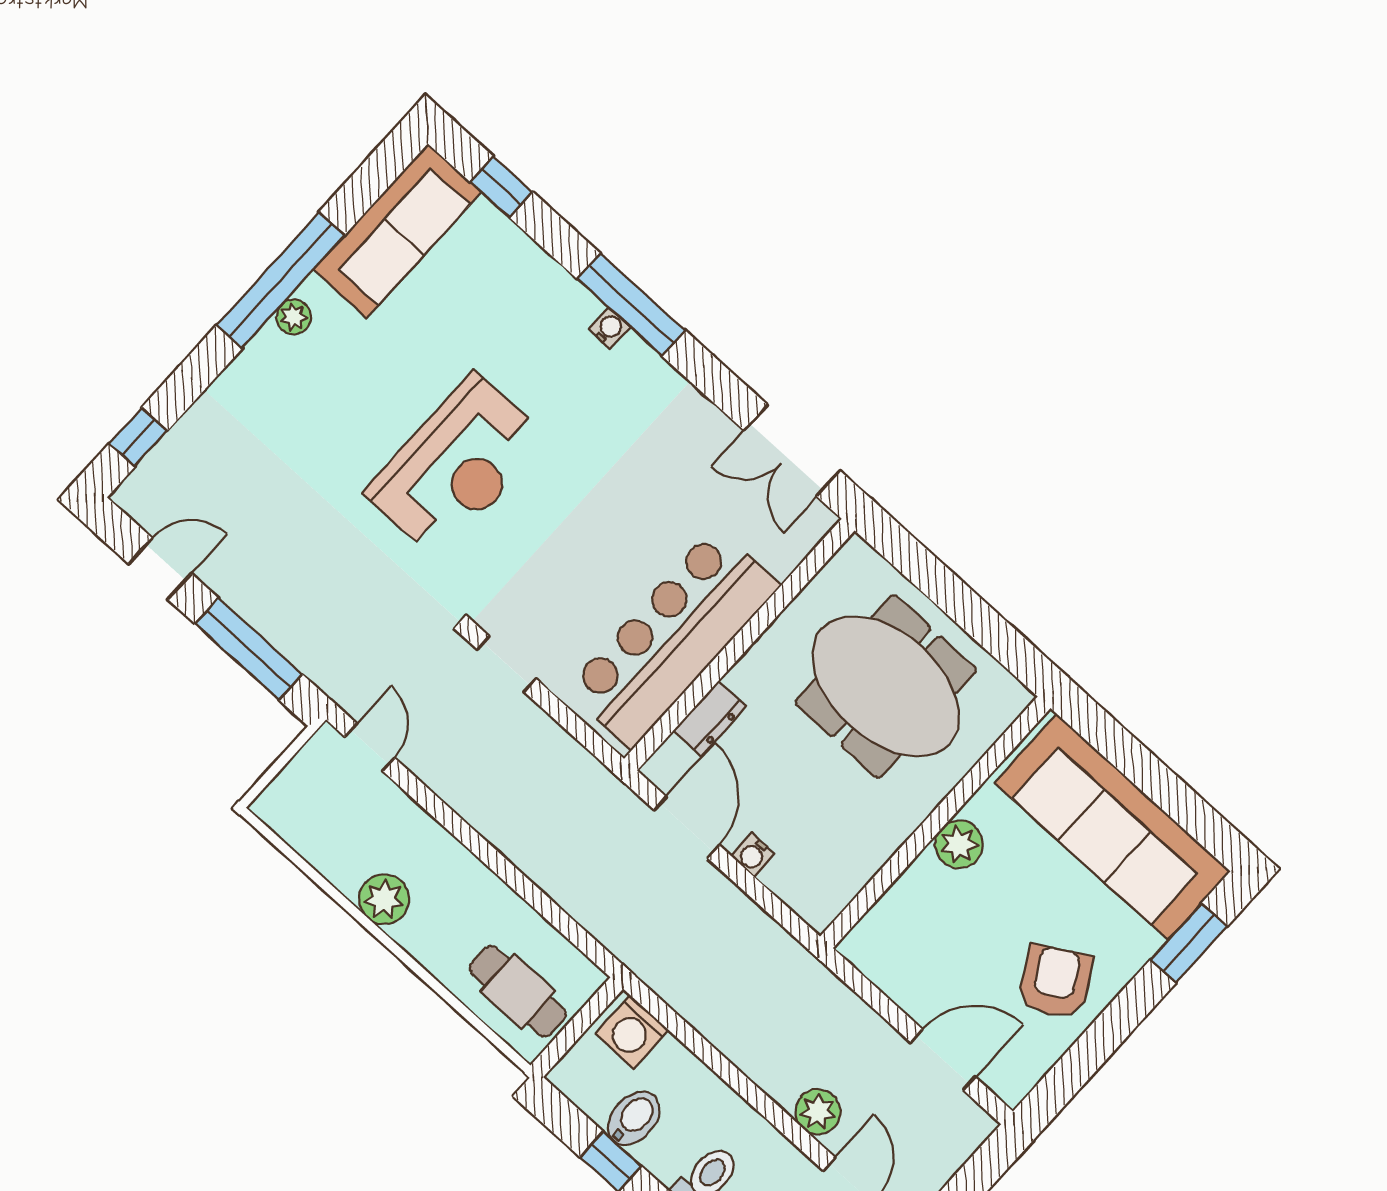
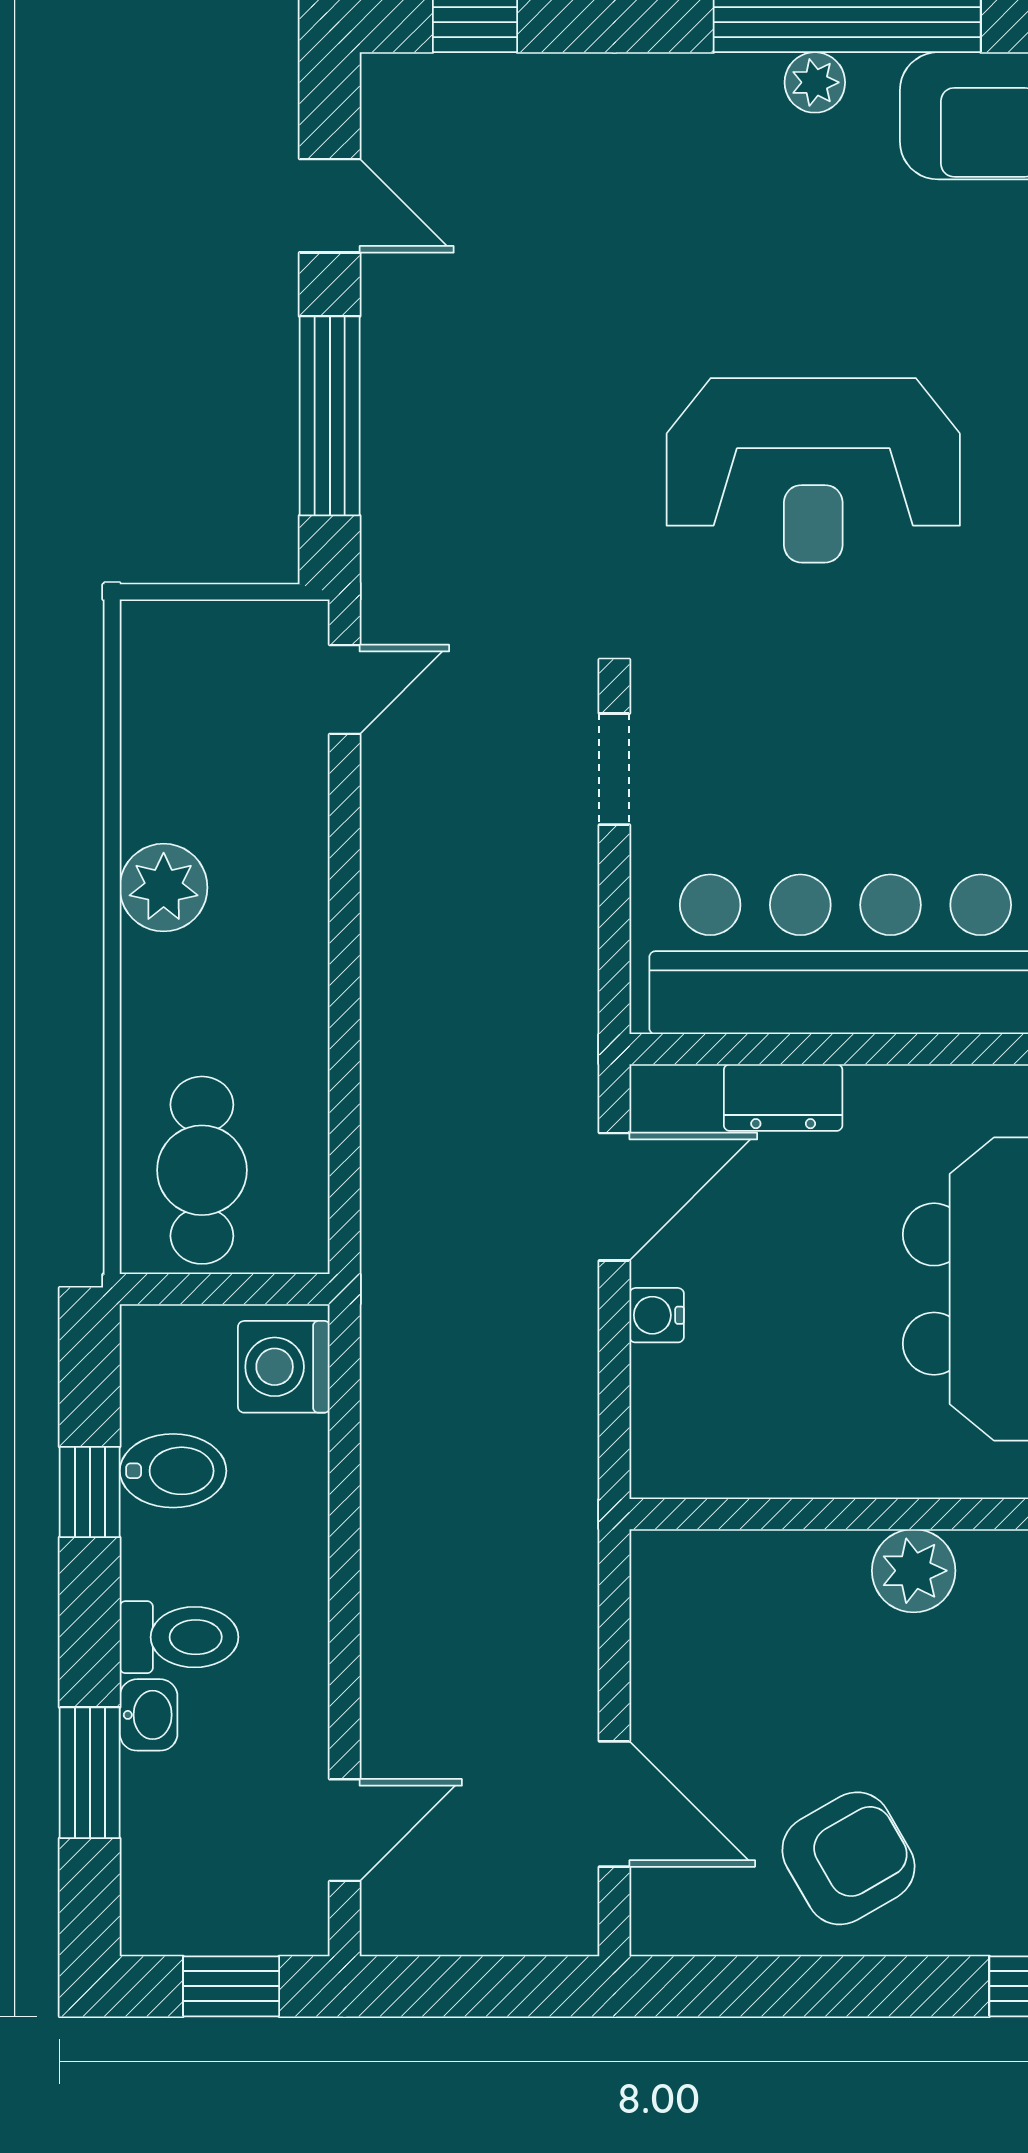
plant: (818, 1112) -> (399, 1703), removed

